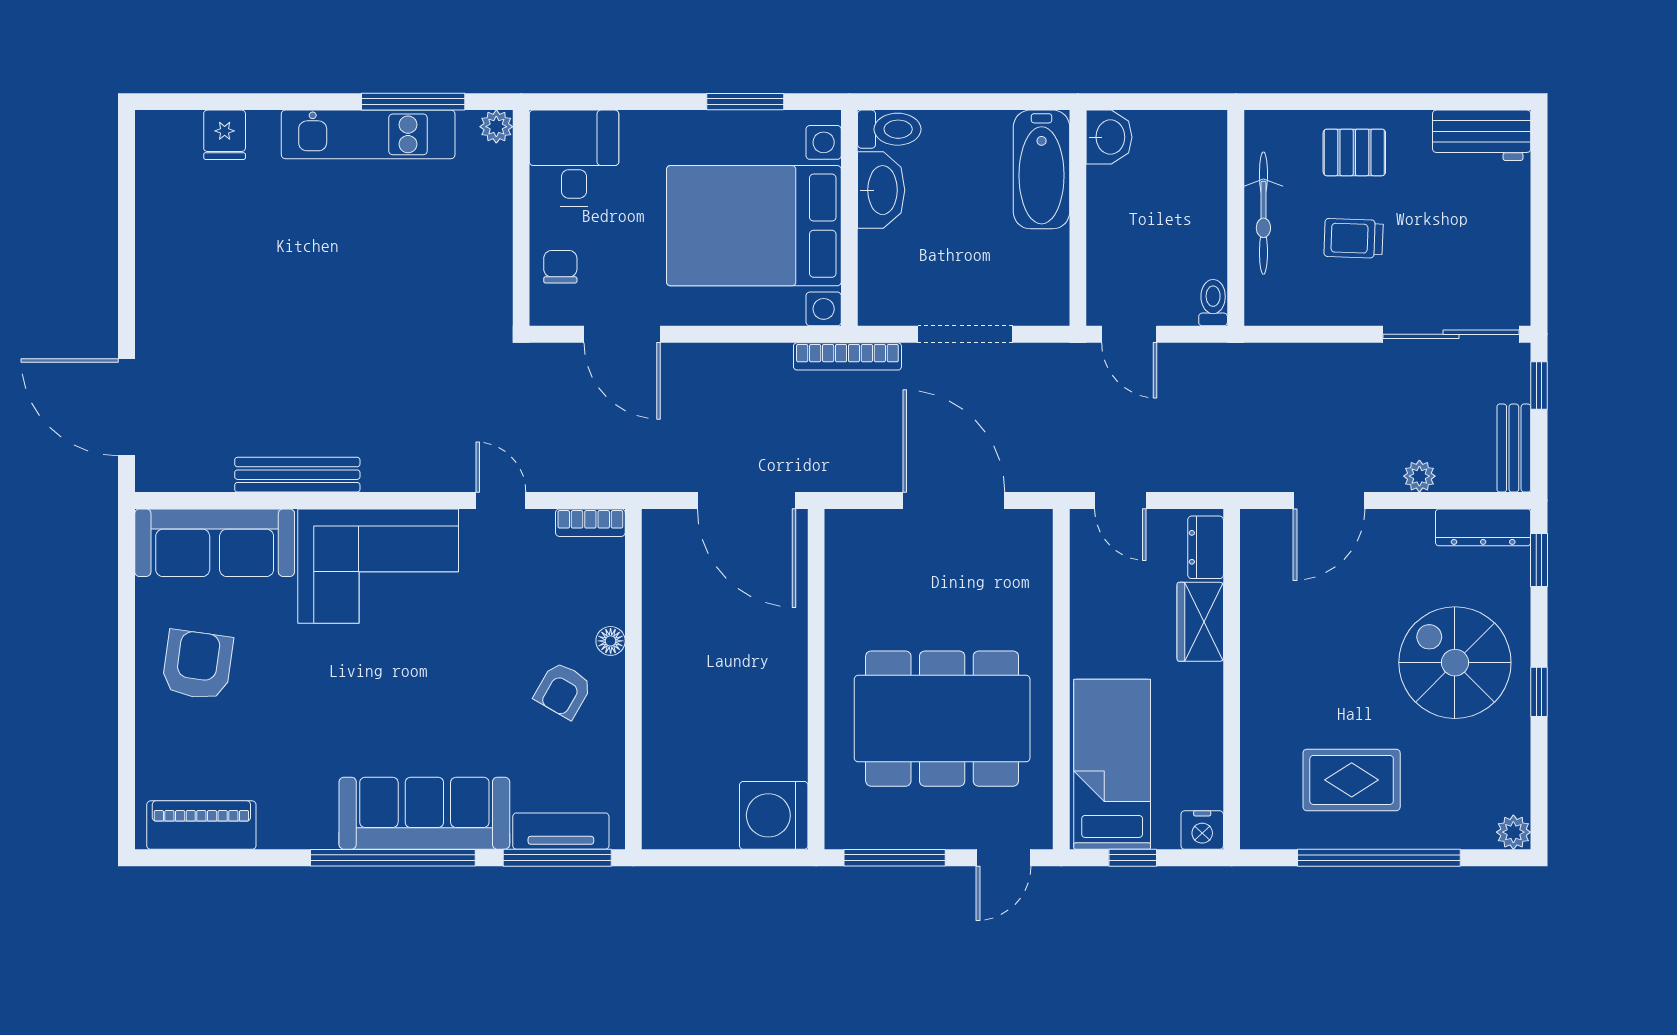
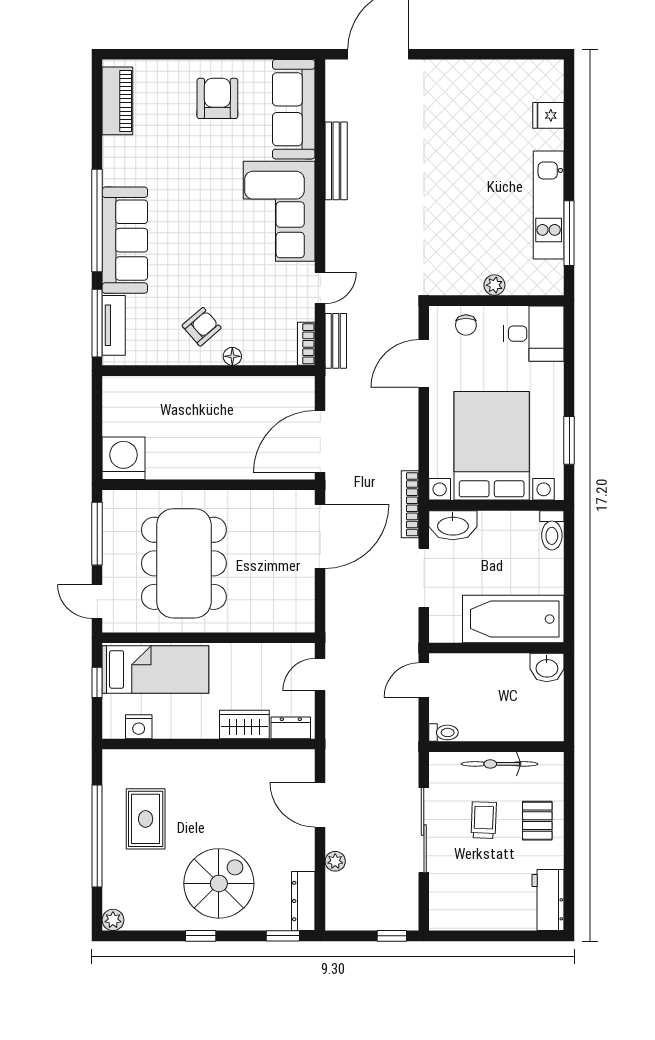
plant: (496, 127) -> (494, 285), moved
bathtub: (1042, 169) -> (513, 619), width x1.36, depth x1.36
washbasin: (881, 190) -> (453, 525), moved
chair: (560, 267) -> (466, 325), turned 90
sliding door: (1451, 334) -> (424, 830), moved
bench: (1514, 448) -> (336, 341), moved, turned 90
door: (954, 500) -> (320, 536), moved
armchair: (197, 665) -> (217, 98), turned -98
armchair: (563, 690) -> (202, 327), turned 109
nightstand: (1202, 830) -> (139, 727), moved, turned -90

